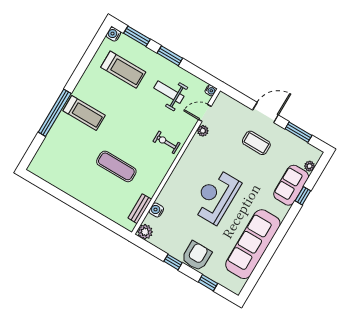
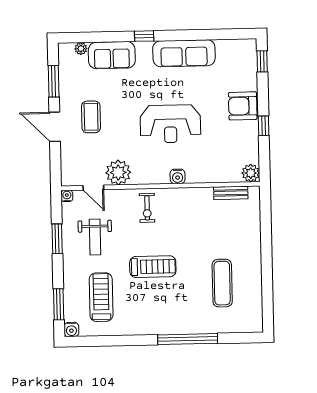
window: (170, 56) -> (57, 239), moved
treadmill: (84, 113) -> (153, 267), moved, turned 90
plant: (203, 131) -> (118, 172), width x1.88, depth x1.88
exercise mat: (116, 166) -> (222, 283), moved
window: (303, 196) -> (144, 36), moved
water cooler: (156, 210) -> (178, 176), moved
sofa: (253, 244) -> (184, 53), width x0.74, depth x0.79
window: (208, 283) -> (262, 61), moved

